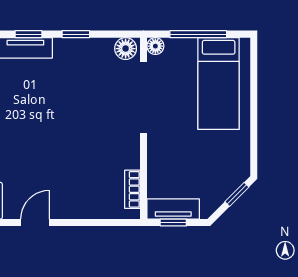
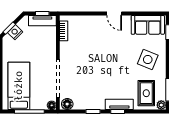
nightstand: (226, 187) -> (15, 32), added
door: (35, 222) -> (114, 14), hinge flipped

